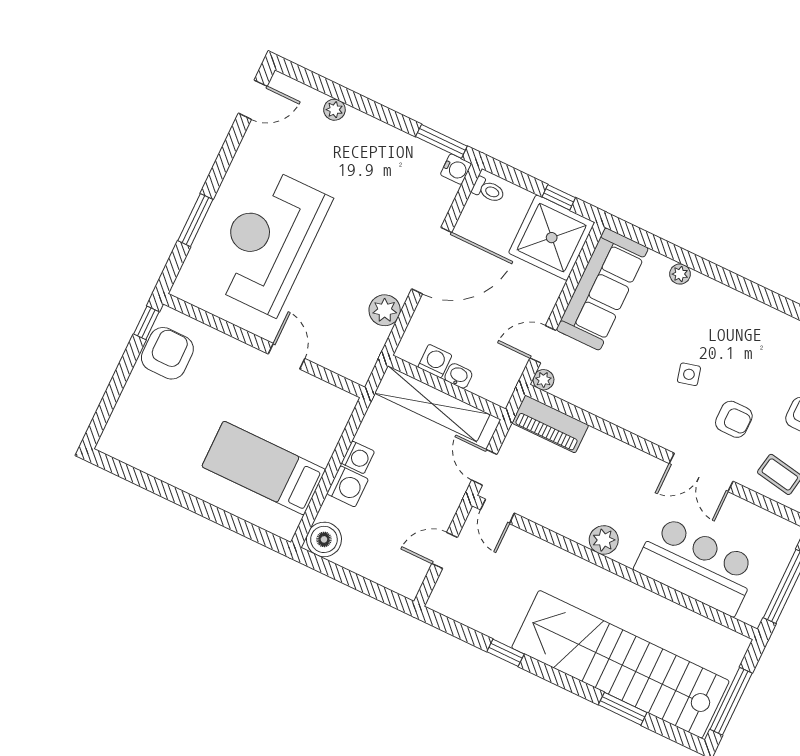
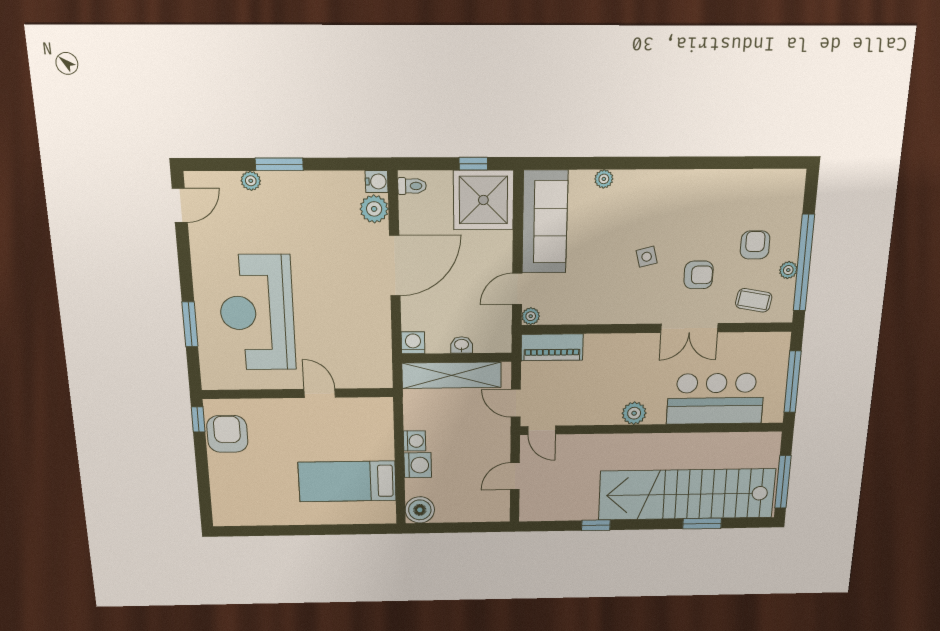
window: (441, 141) -> (279, 164), moved
plant: (385, 310) -> (374, 209), moved
washing machine: (435, 361) -> (413, 343), moved

